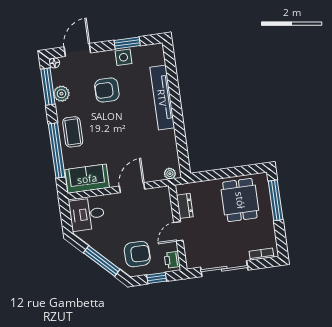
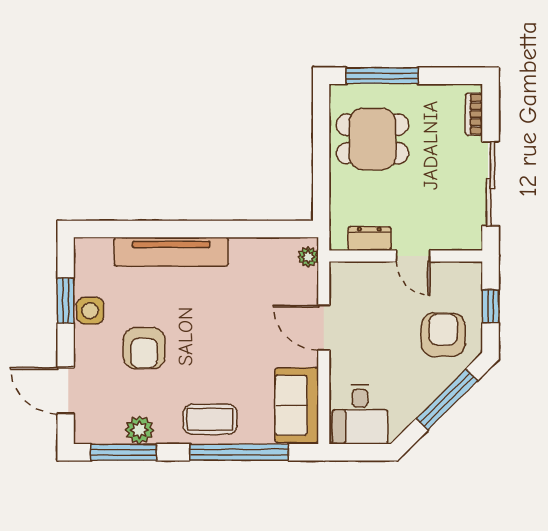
floor lamp: (54, 63) -> (83, 435), removed
printer: (172, 260) -> (462, 274), removed

